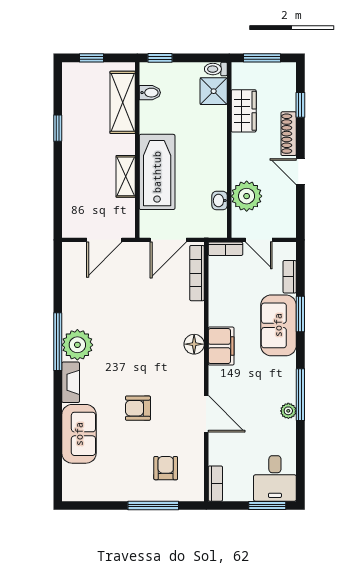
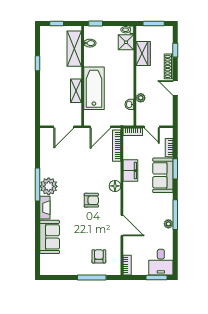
plant: (247, 196) -> (141, 98), width x0.53, depth x0.53
filing cabinet: (221, 346) -> (130, 171), moved
armchair: (138, 408) -> (91, 200), moved, turned 180

